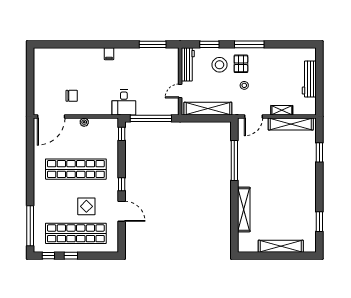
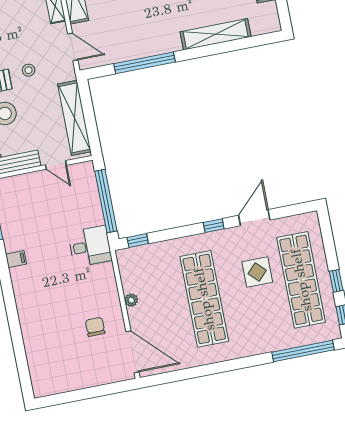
filing cabinet: (109, 54) -> (16, 259), moved

